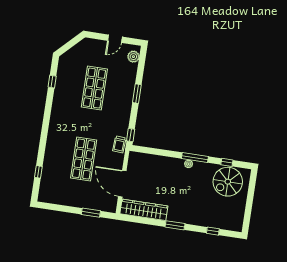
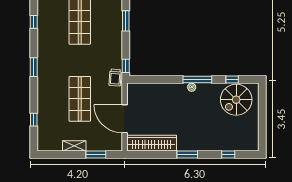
window: (46, 123) -> (34, 67), added
shelving: (72, 202) -> (74, 146), added

